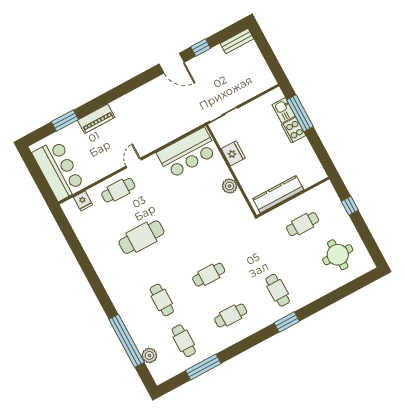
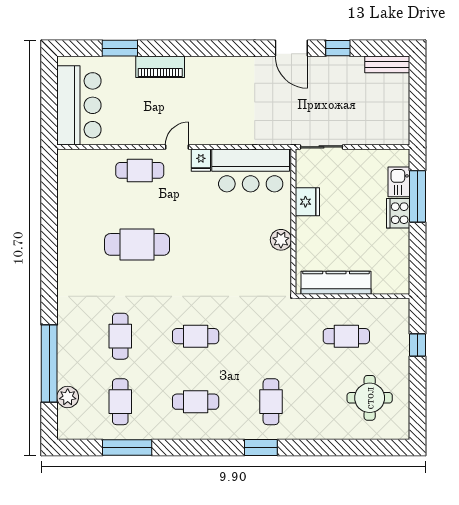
fridge: (83, 201) -> (201, 160), moved

